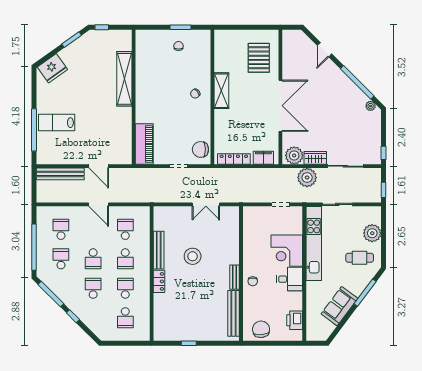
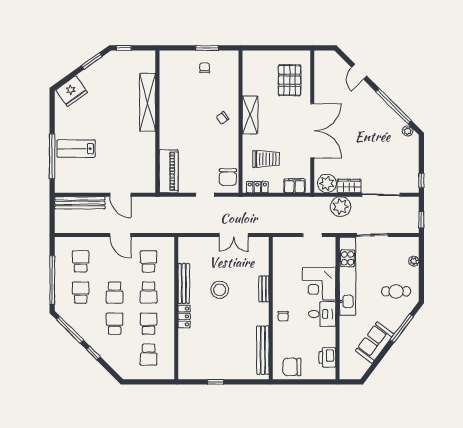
trolley: (237, 132) -> (266, 159), added
chair: (200, 149) -> (228, 177), turned -90
locker: (234, 159) -> (257, 187), width x0.66
plant: (372, 233) -> (414, 261), width x0.53, depth x0.53
bench: (235, 277) -> (264, 289), moved
chair: (261, 329) -> (292, 367), turned -85

